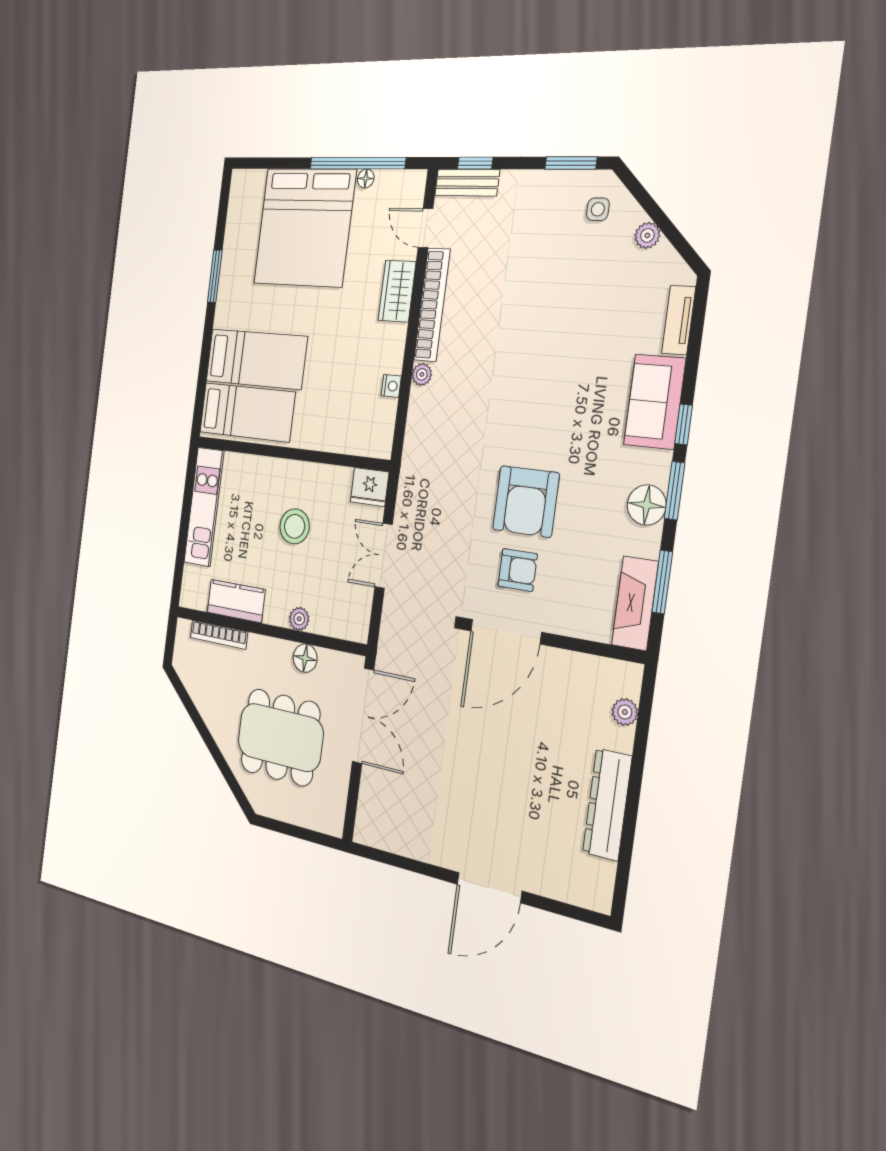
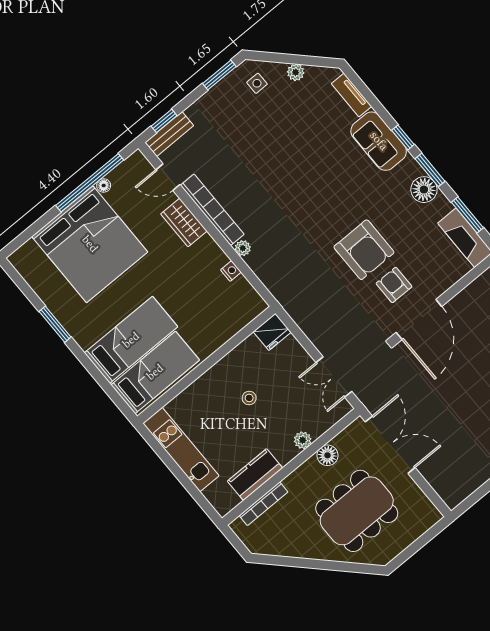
stool: (295, 526) -> (249, 398), width x0.53, depth x0.53
double door: (384, 556) -> (334, 377), moved
armchair: (518, 570) -> (394, 285), turned -90

